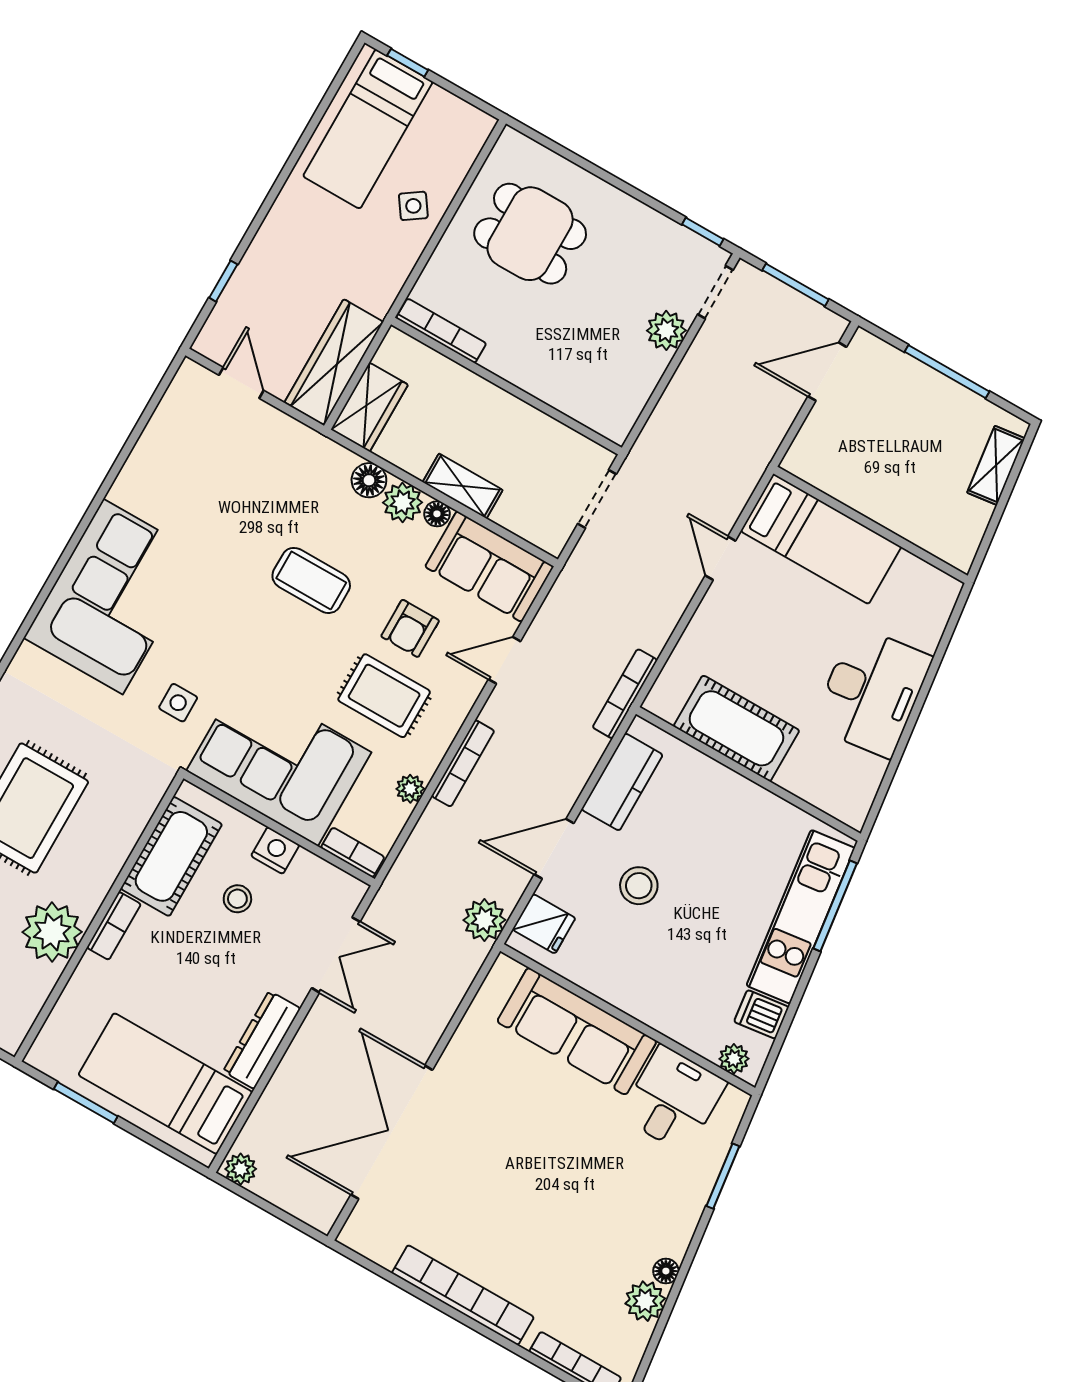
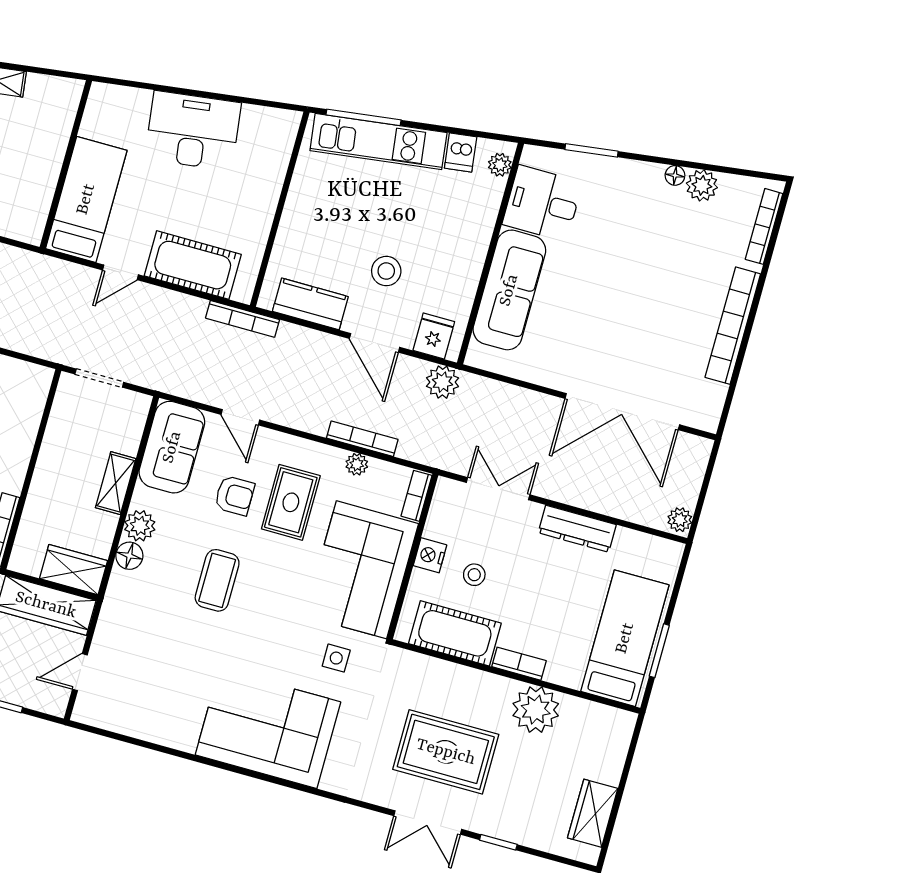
floor lamp: (437, 514) -> (142, 497), removed
cot: (736, 728) -> (193, 265), moved, turned 90
bookcase: (463, 763) -> (362, 439), moved
bed: (165, 1084) -> (625, 638), moved, turned 180

